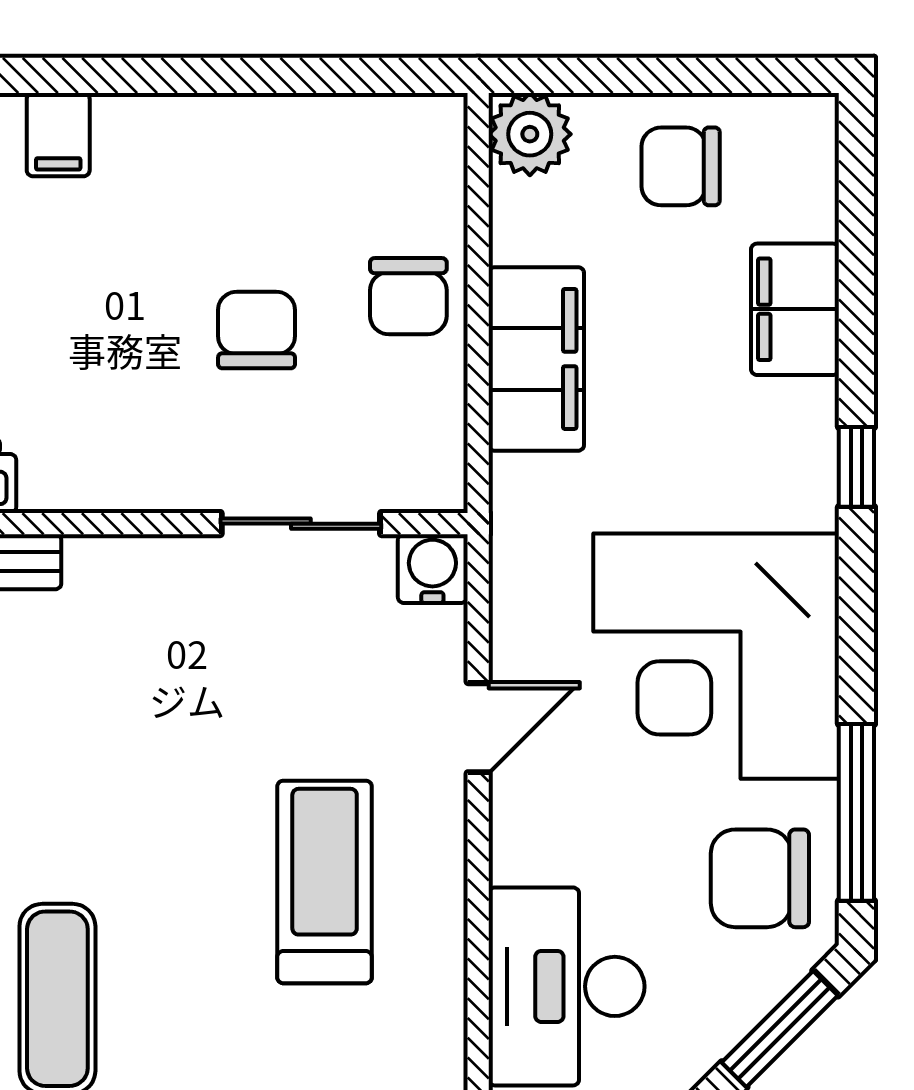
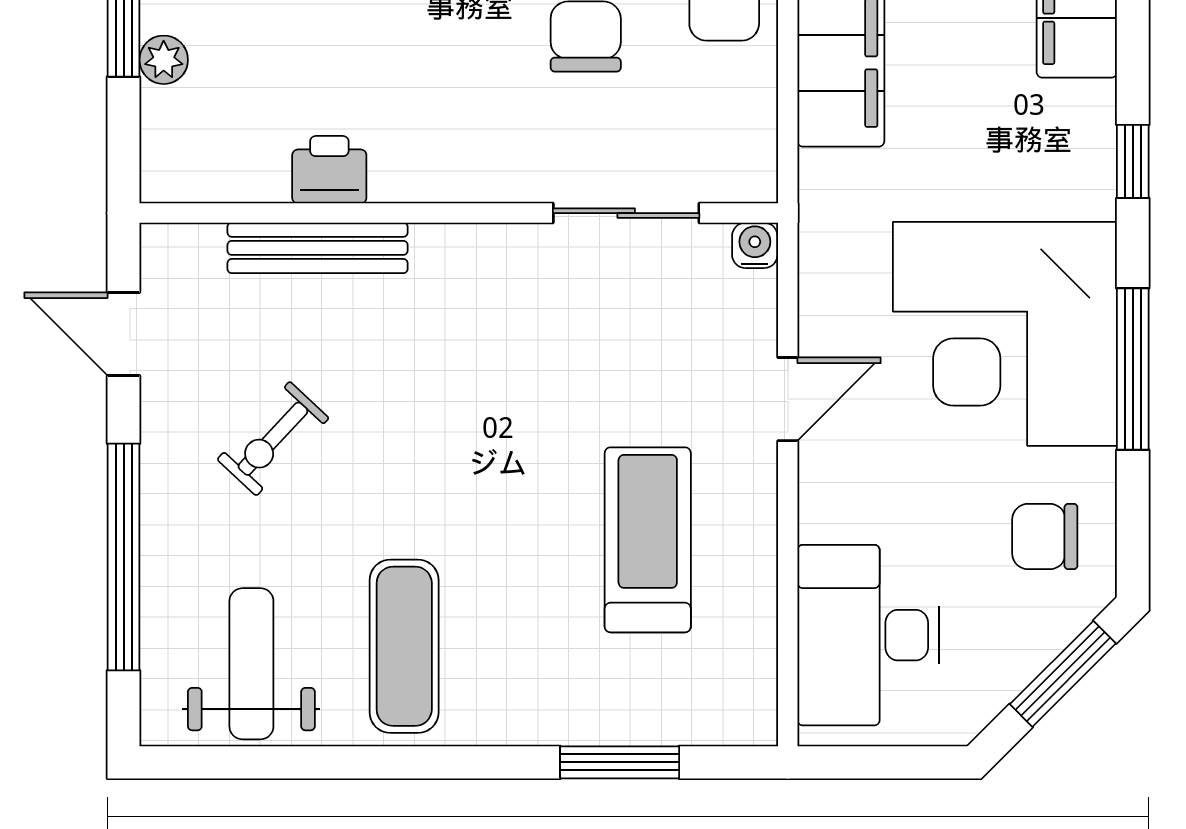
water cooler: (432, 569) -> (755, 245), width x0.72, depth x0.72
window: (856, 812) -> (1133, 369), moved
chair: (760, 878) -> (1045, 537), width x0.73, depth x0.73

